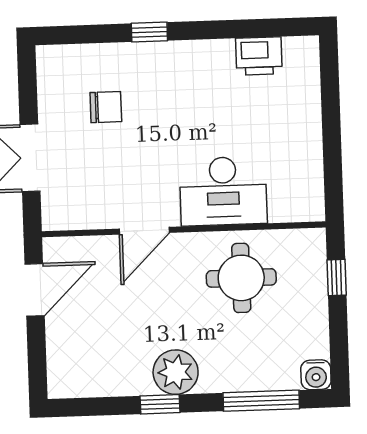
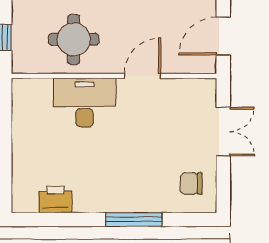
window: (149, 32) -> (134, 219), width x2.17
chair: (106, 107) -> (191, 184), moved

